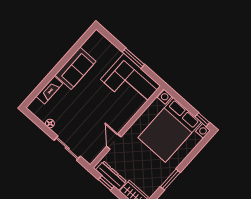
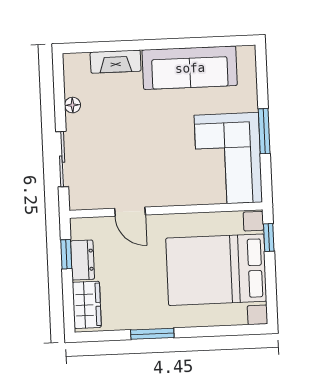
sofa: (75, 68) -> (190, 68), width x1.36
window: (202, 120) -> (269, 237), moved
door: (114, 142) -> (130, 212), swing flipped
dresser: (111, 176) -> (82, 260), width x0.70

